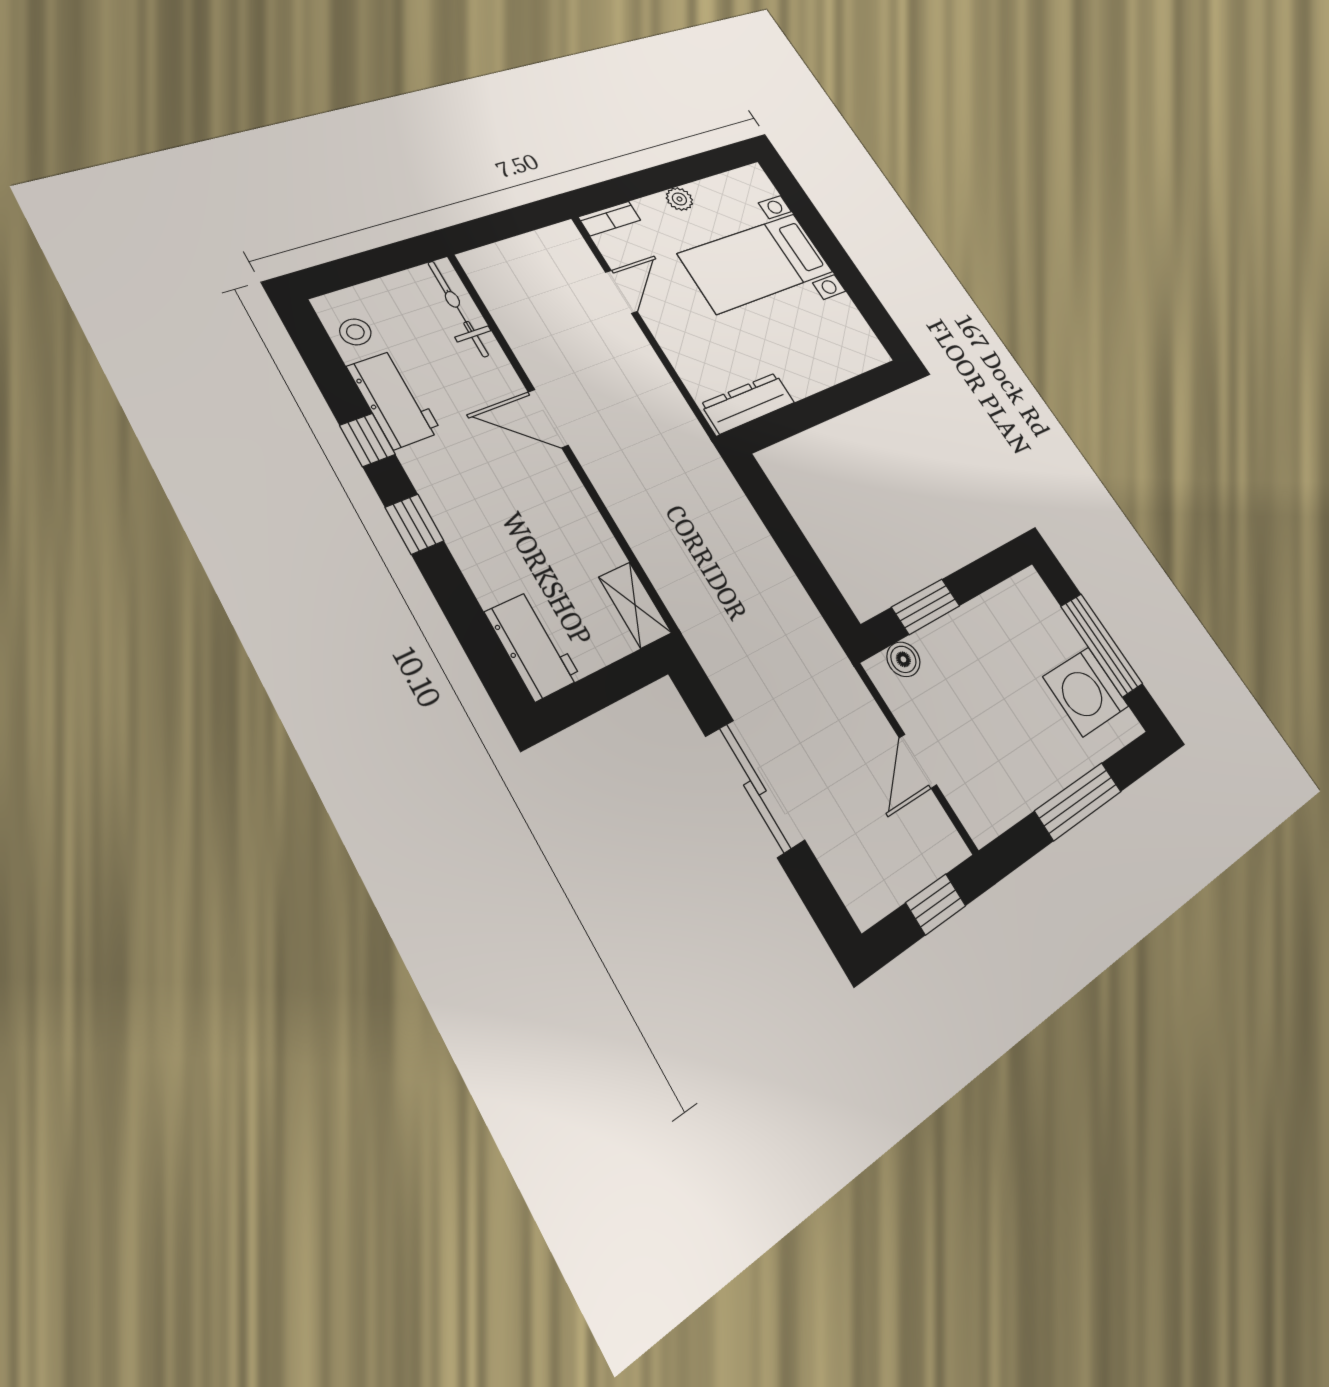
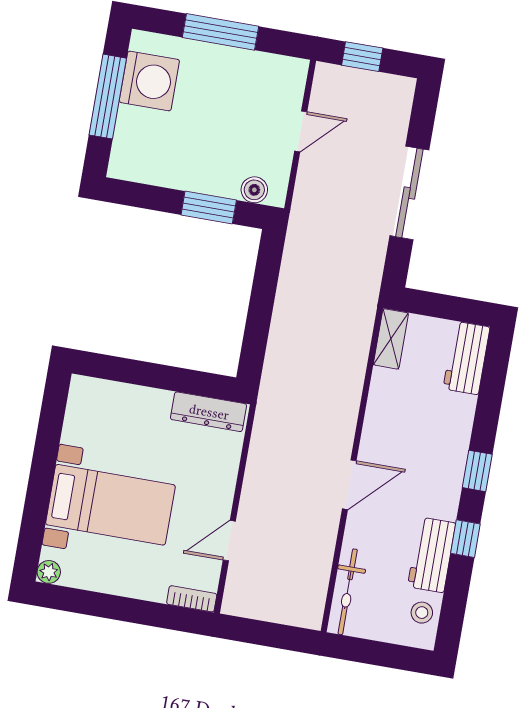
plant: (679, 199) -> (49, 572), moved
door: (548, 418) -> (349, 485), hinge flipped

